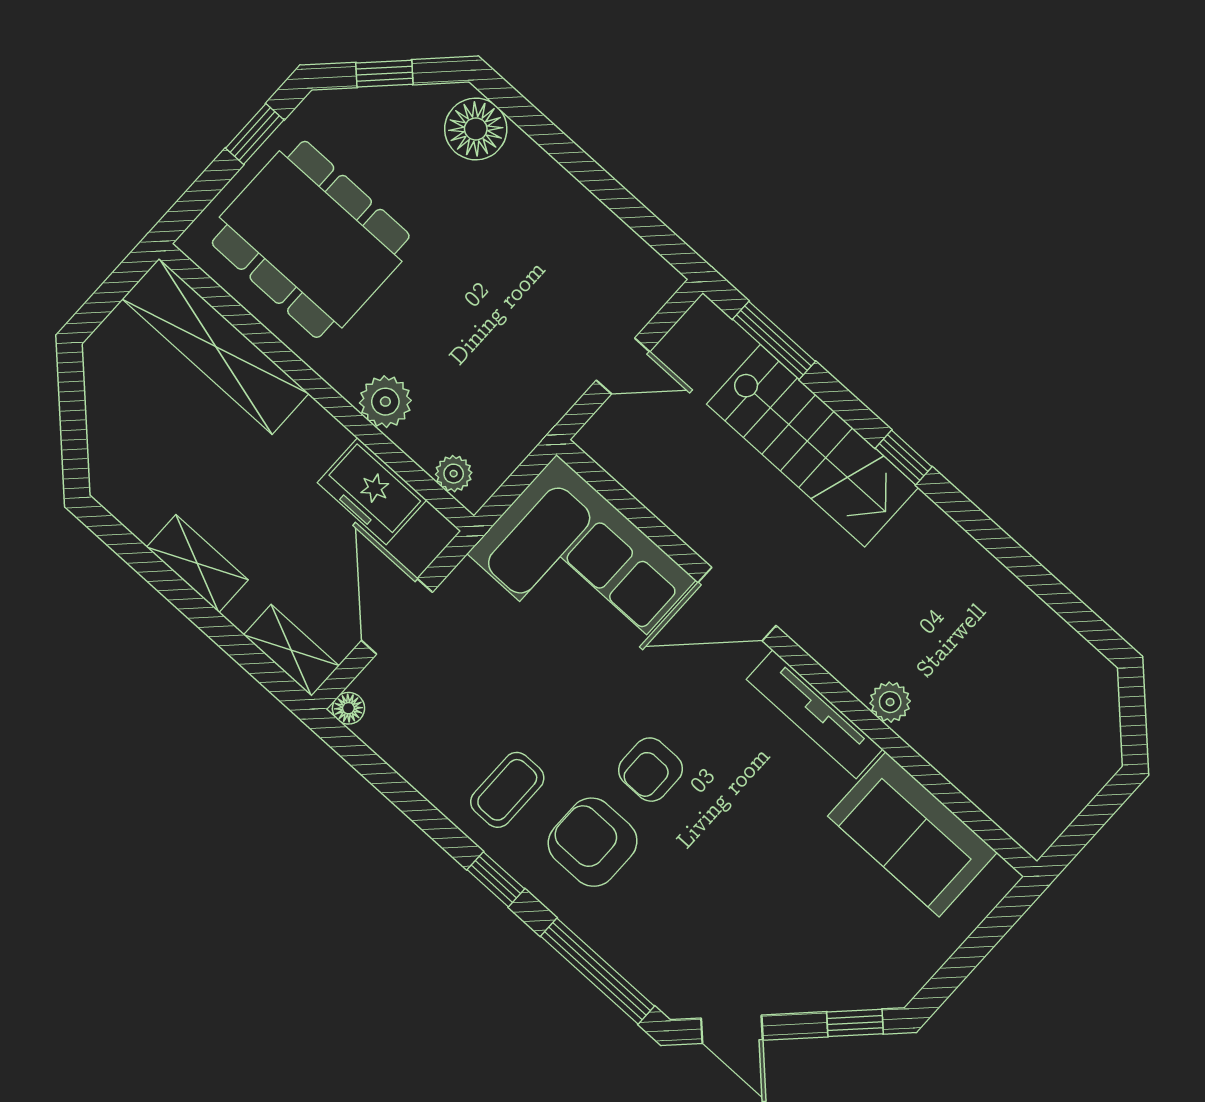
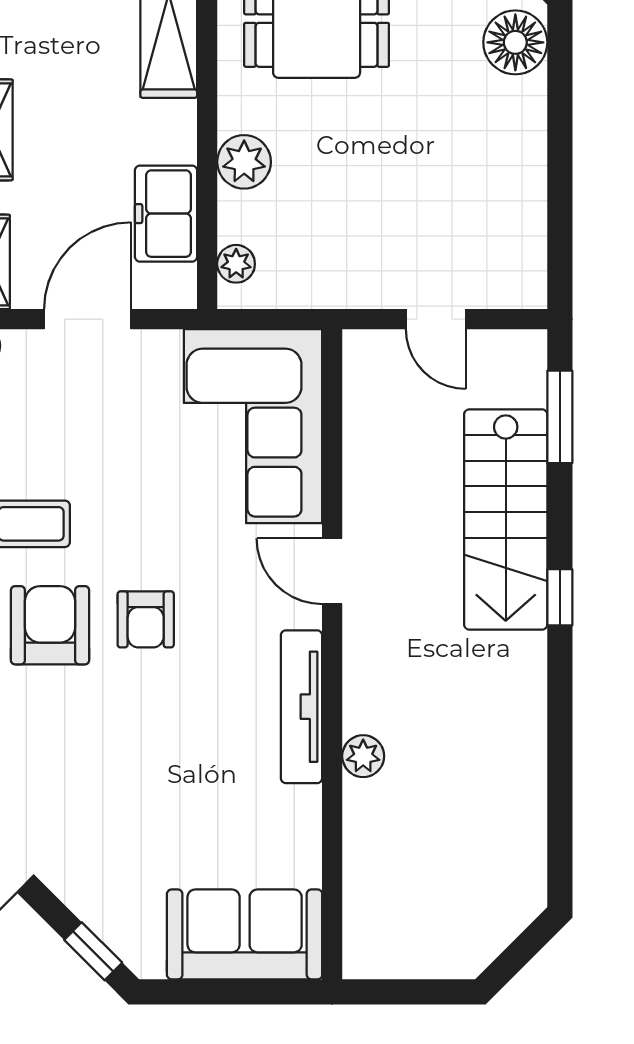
door: (737, 604) -> (332, 571), width x0.73
armchair: (650, 770) -> (146, 619), turned -90
sofa: (912, 834) -> (245, 934), moved, turned 90

